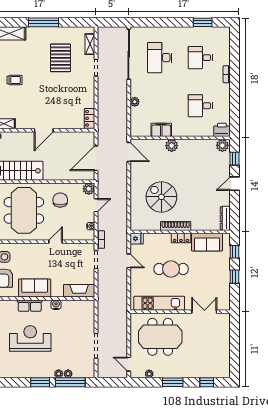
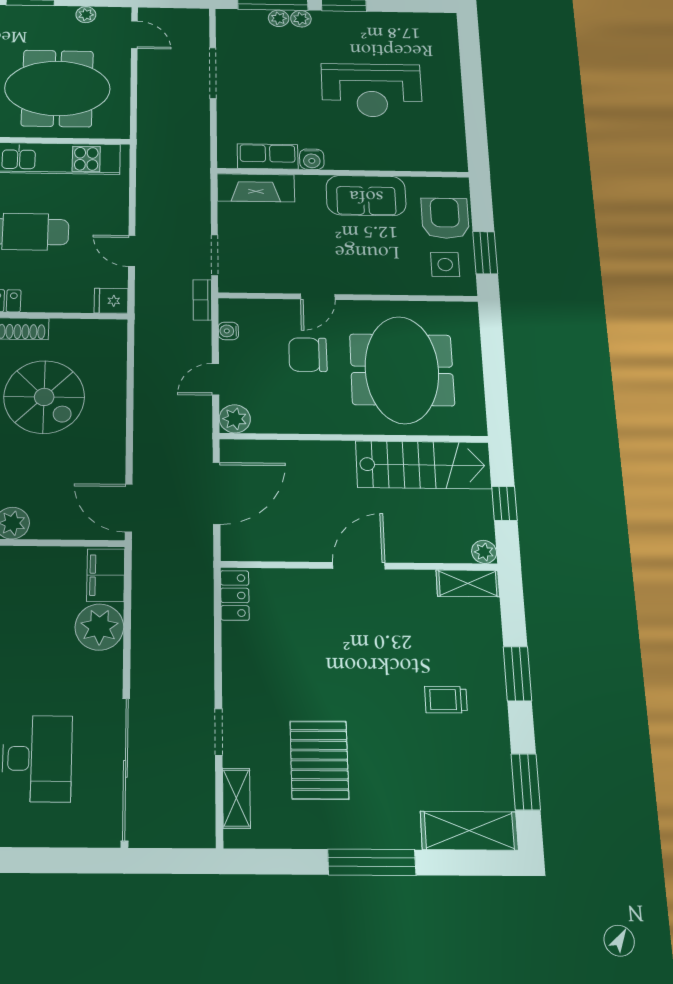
plant: (135, 102) -> (99, 627), width x1.87, depth x1.87
filing cabinet: (161, 130) -> (106, 575), moved, turned 90
chair: (60, 200) -> (308, 355), moved, turned 90
row of seats: (30, 306) -> (268, 156), moved

